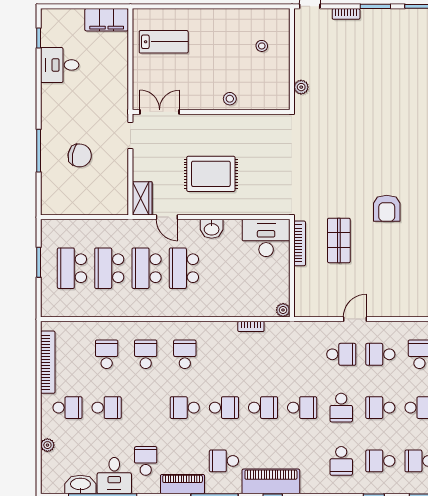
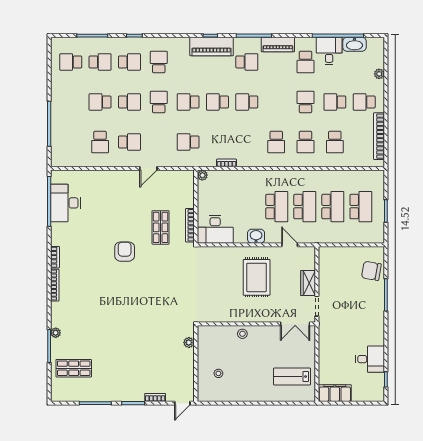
chair: (80, 155) -> (371, 271), moved
rug: (211, 174) -> (257, 277), turned 90
wardrobe: (142, 198) -> (308, 283), moved
school desk: (341, 354) -> (188, 142), moved
school desk: (185, 408) -> (305, 102), moved, turned -90

